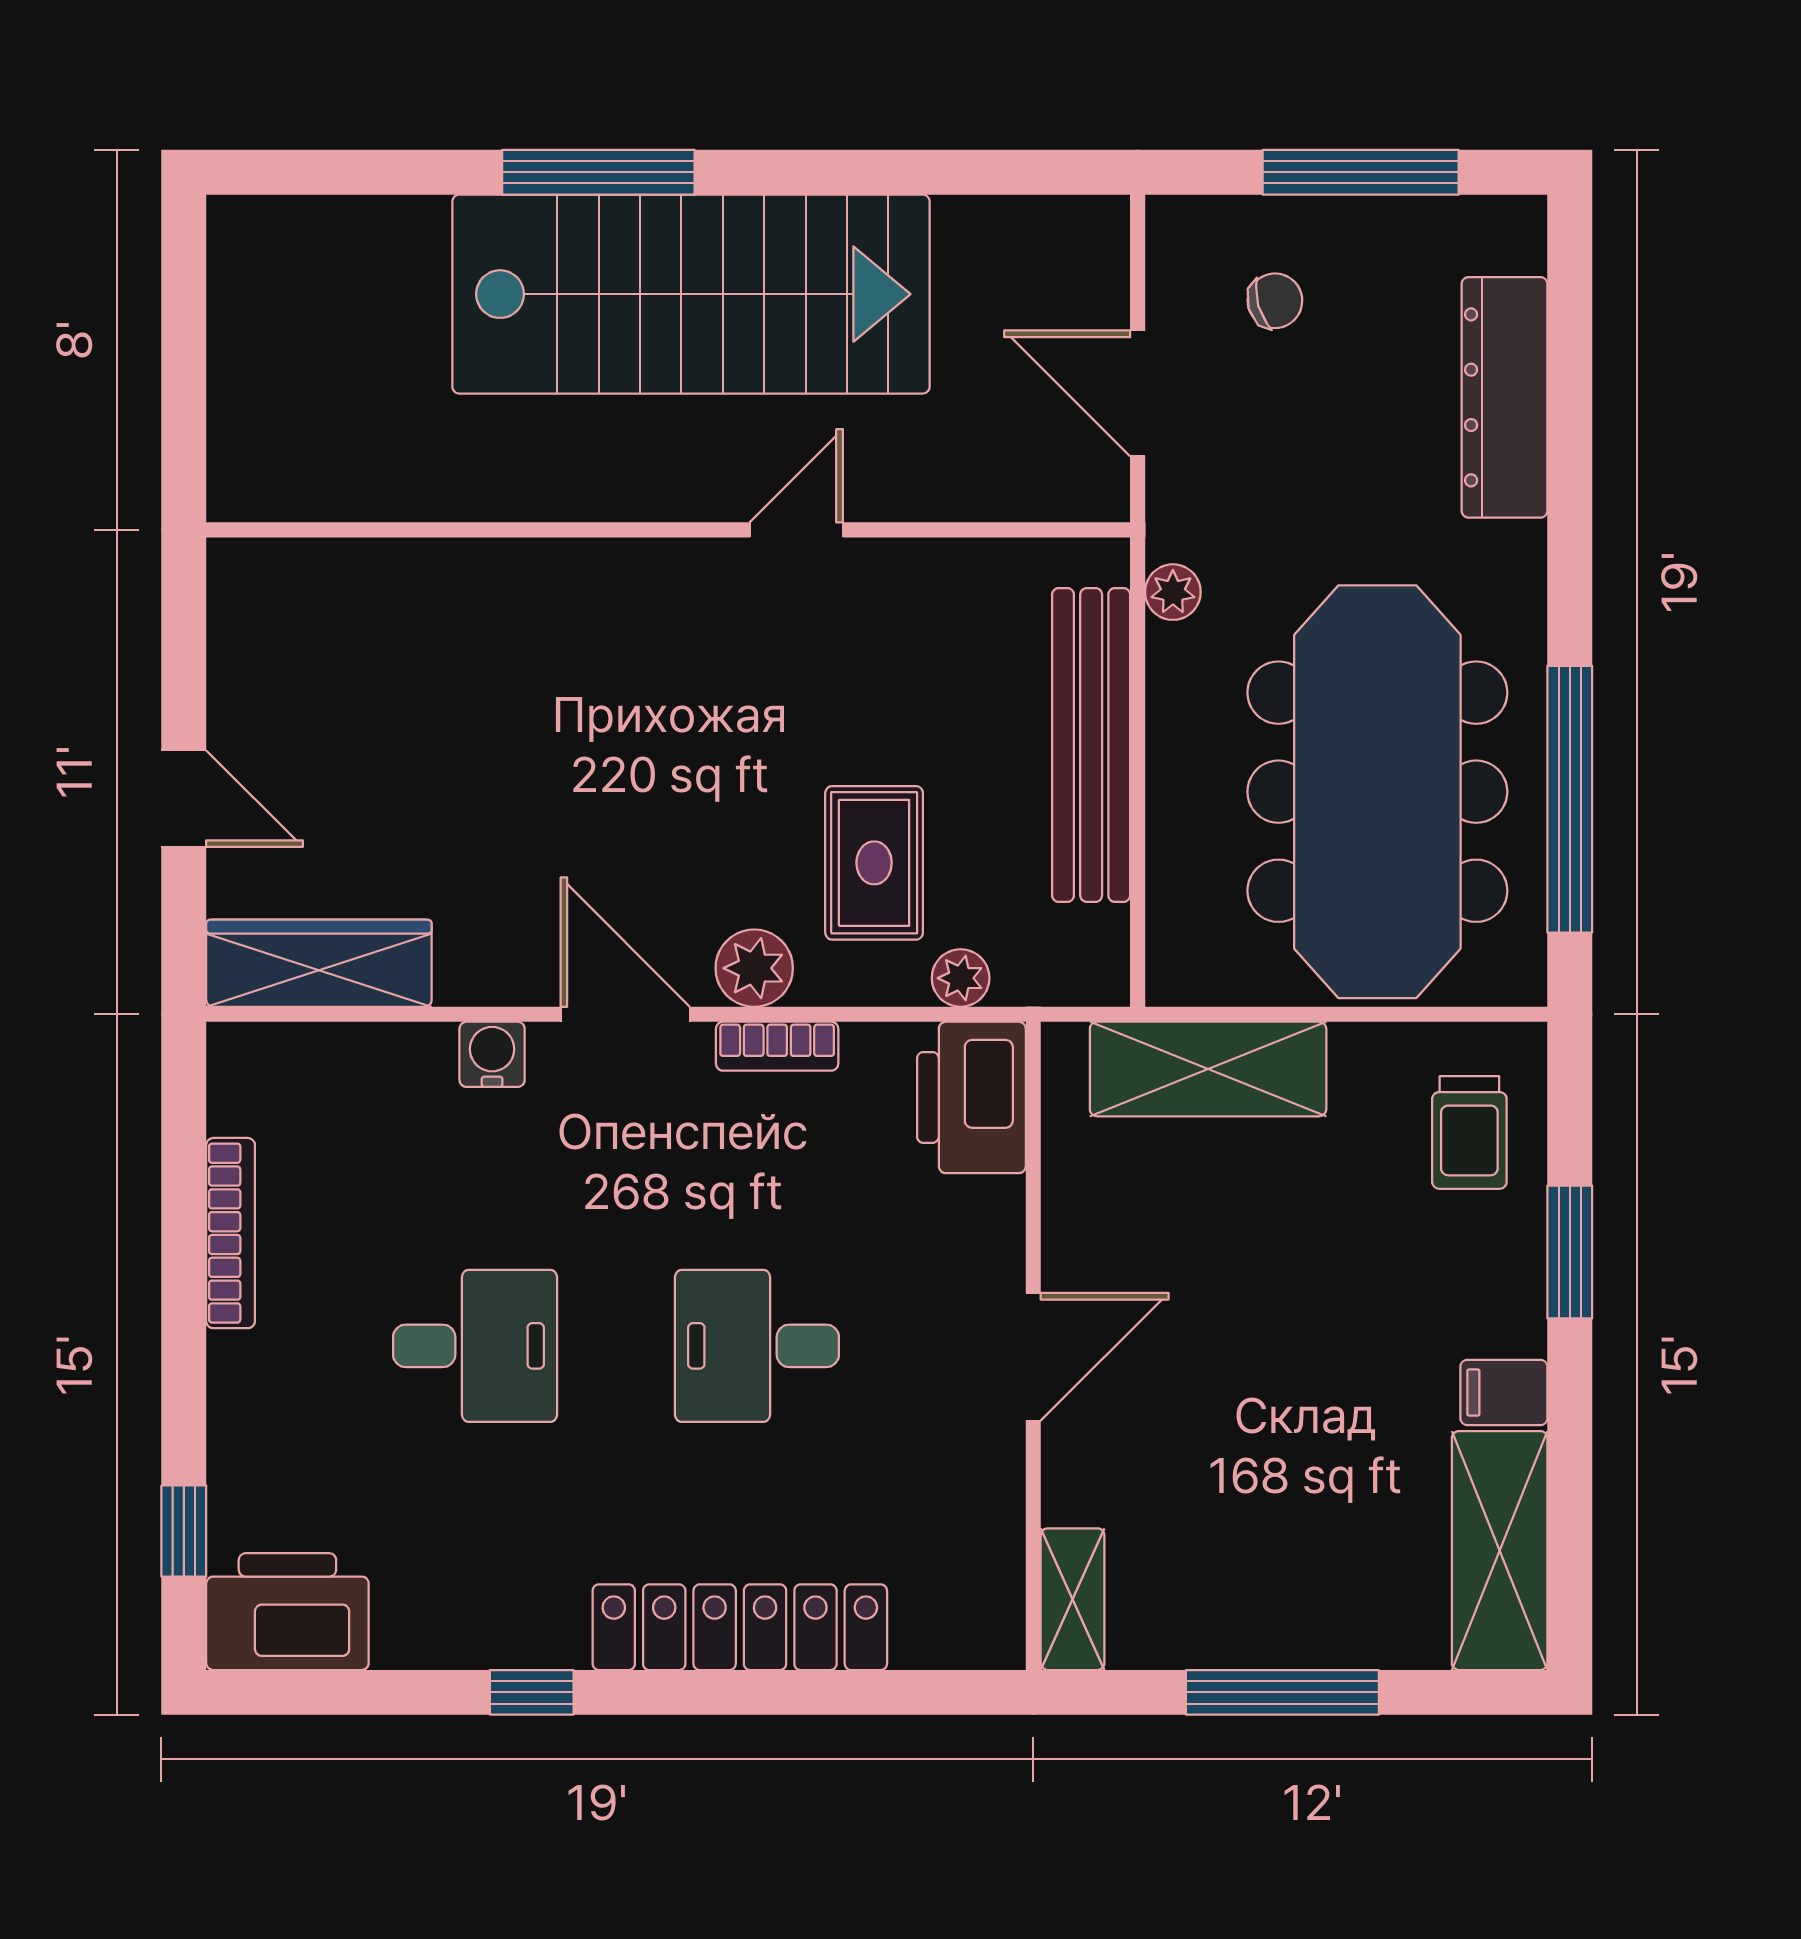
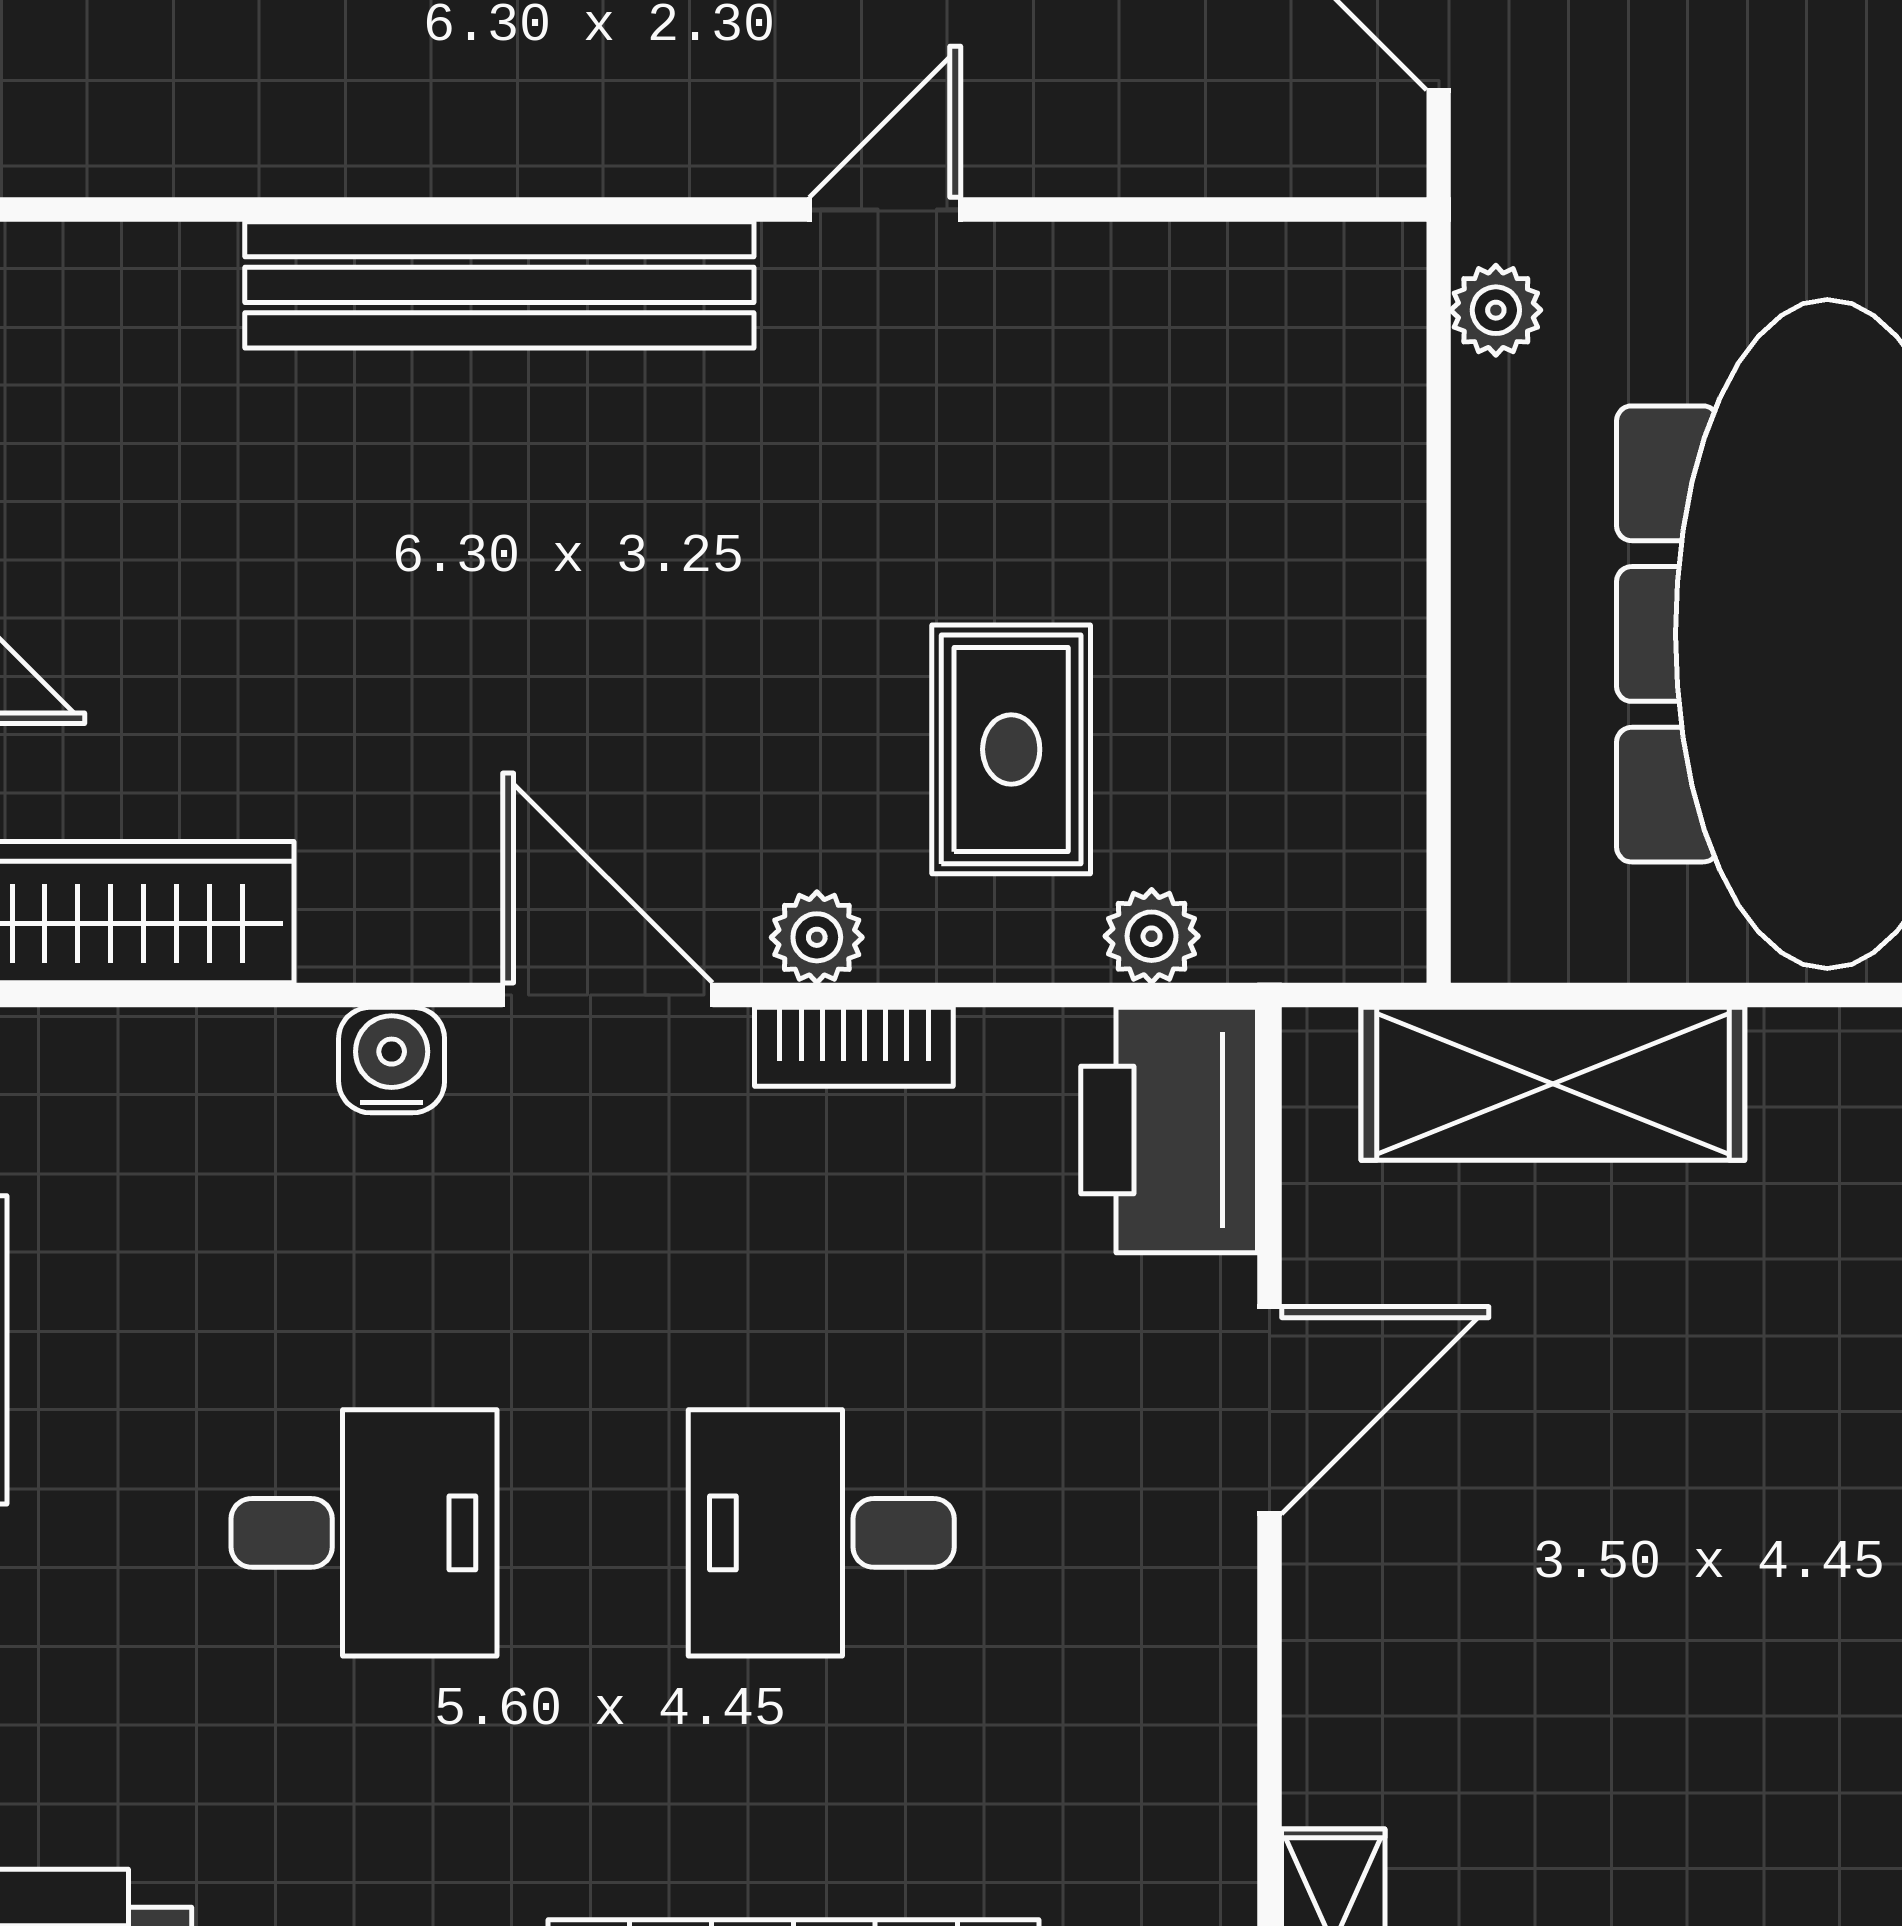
bench: (1091, 745) -> (499, 285), moved, turned 90
plant: (754, 968) -> (817, 937), width x0.73, depth x0.73
door: (1033, 1357) -> (1269, 1410), moved

